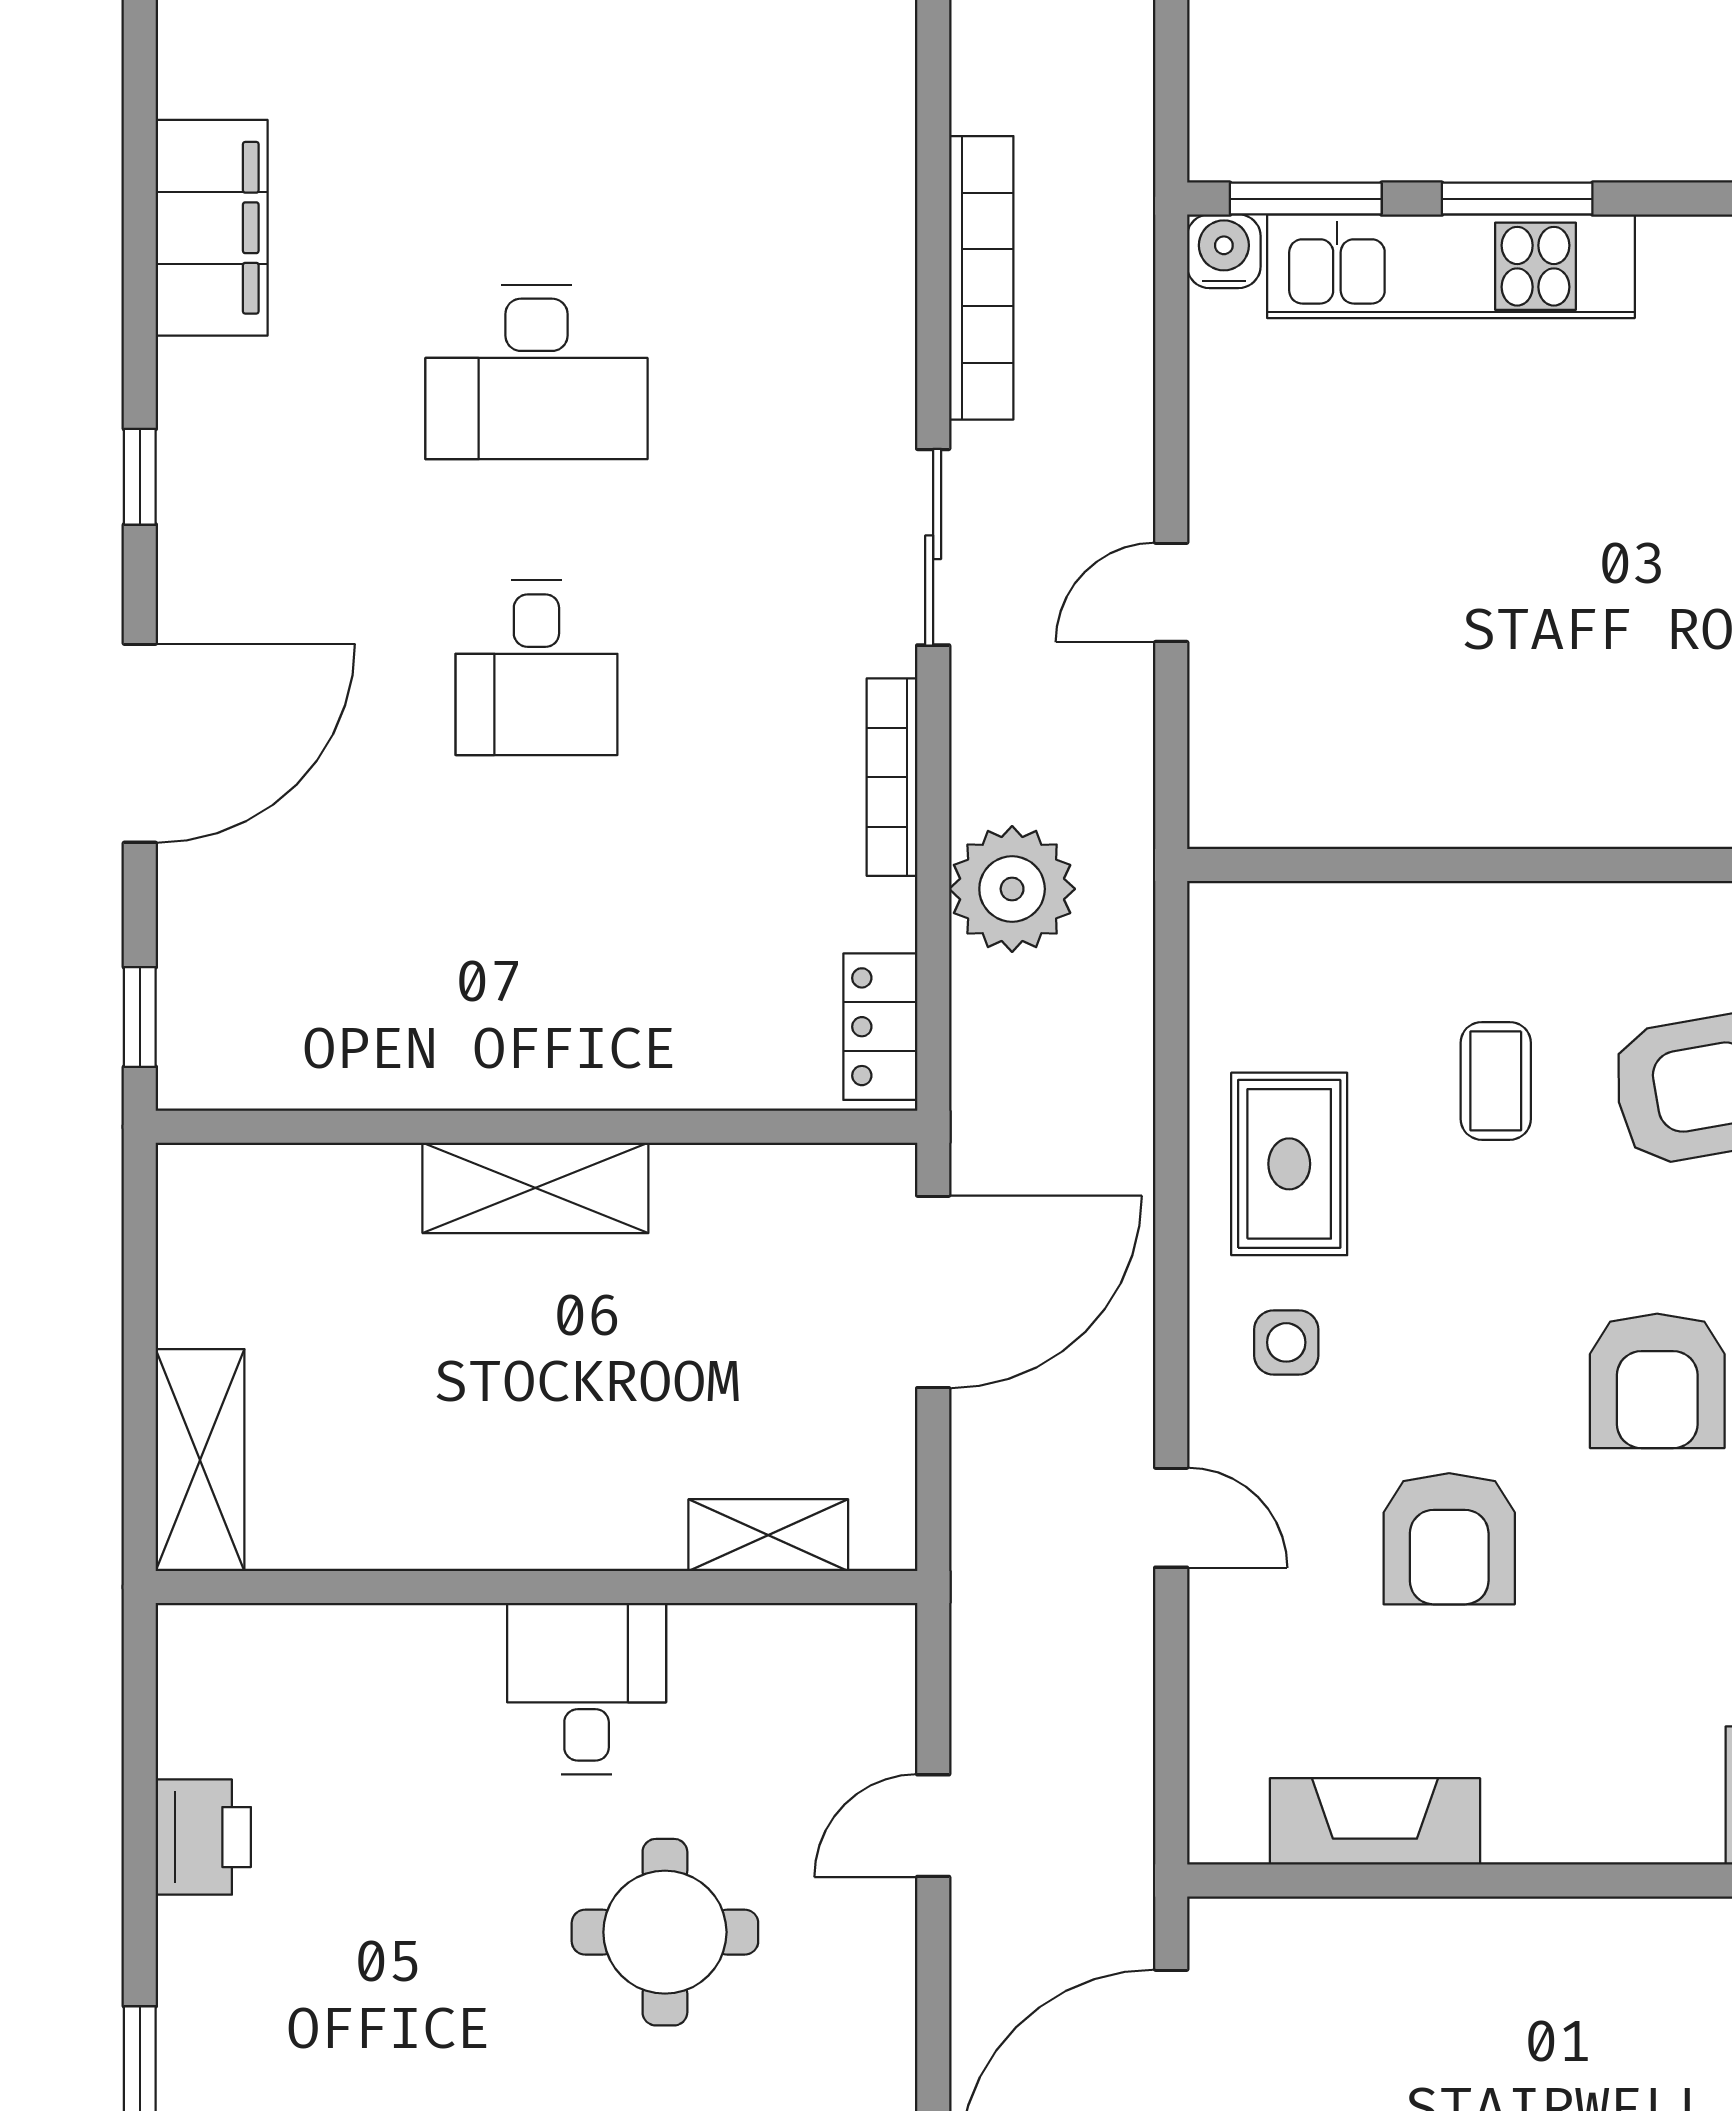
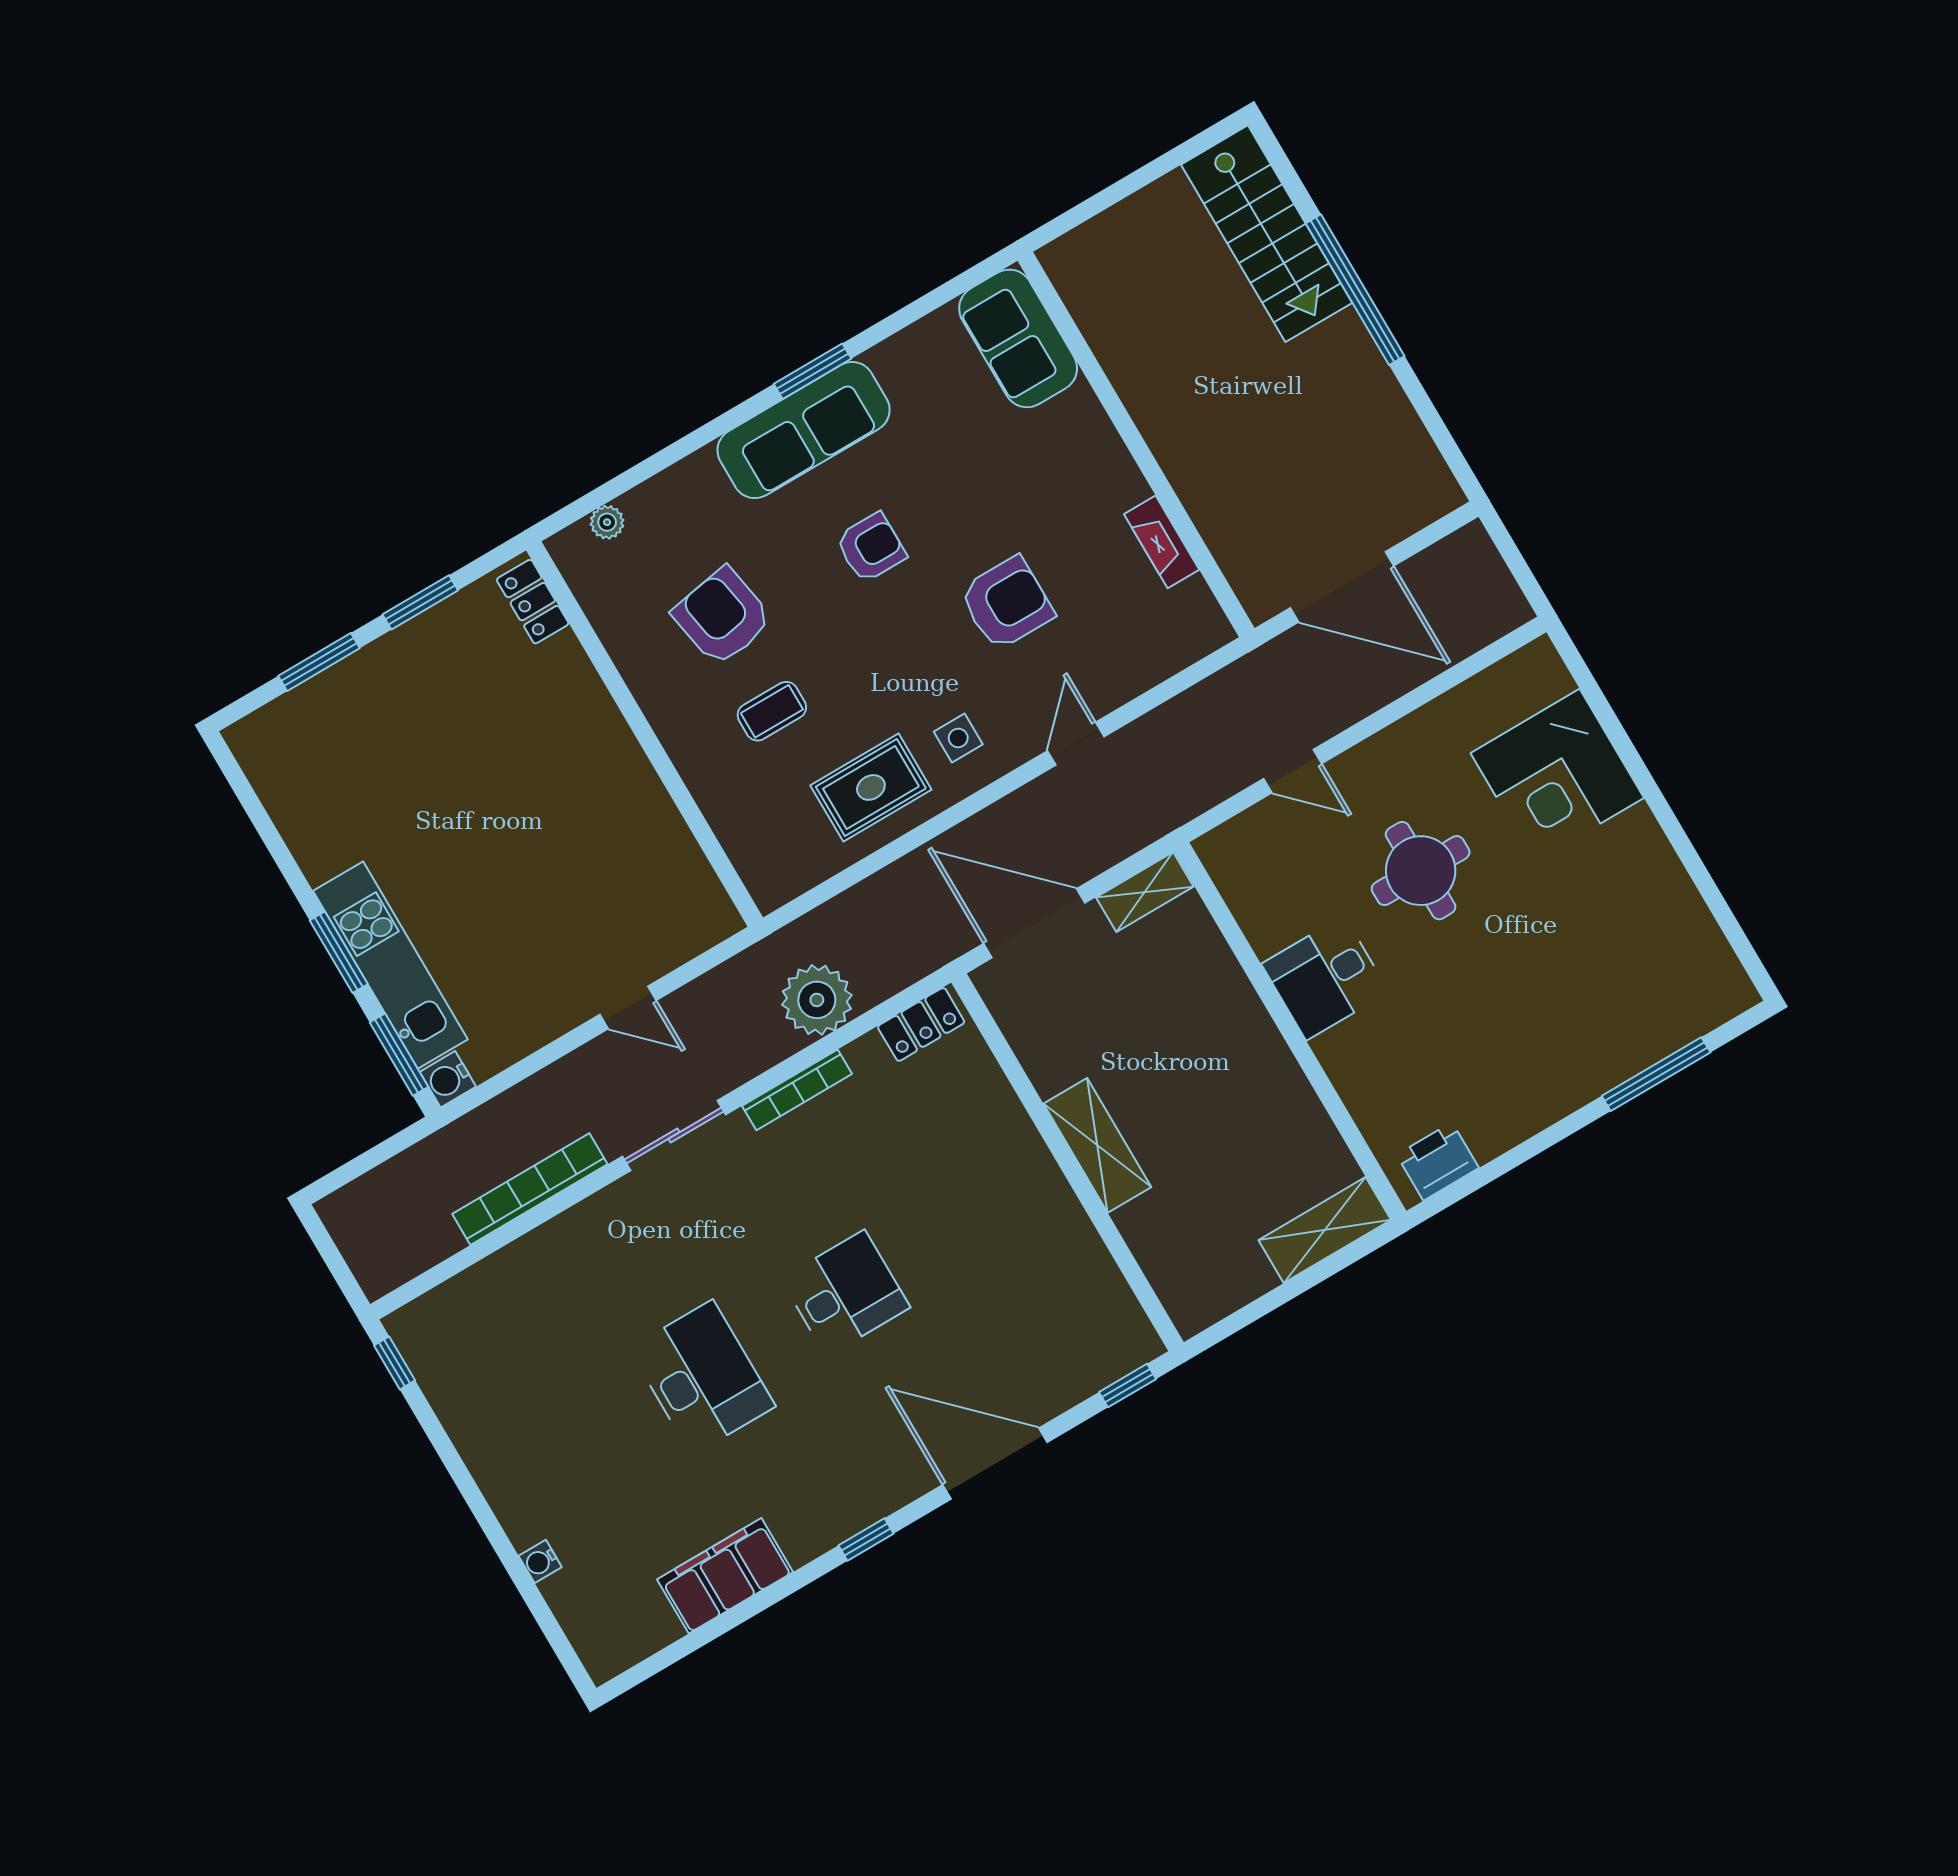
armchair: (1657, 1381) -> (871, 548), width x0.72, depth x0.72
shelving: (768, 1535) -> (1145, 892), moved, turned 90
fireplace: (1375, 1821) -> (1162, 542), width x0.73, depth x0.76
printer: (203, 1837) -> (1438, 1161), moved

